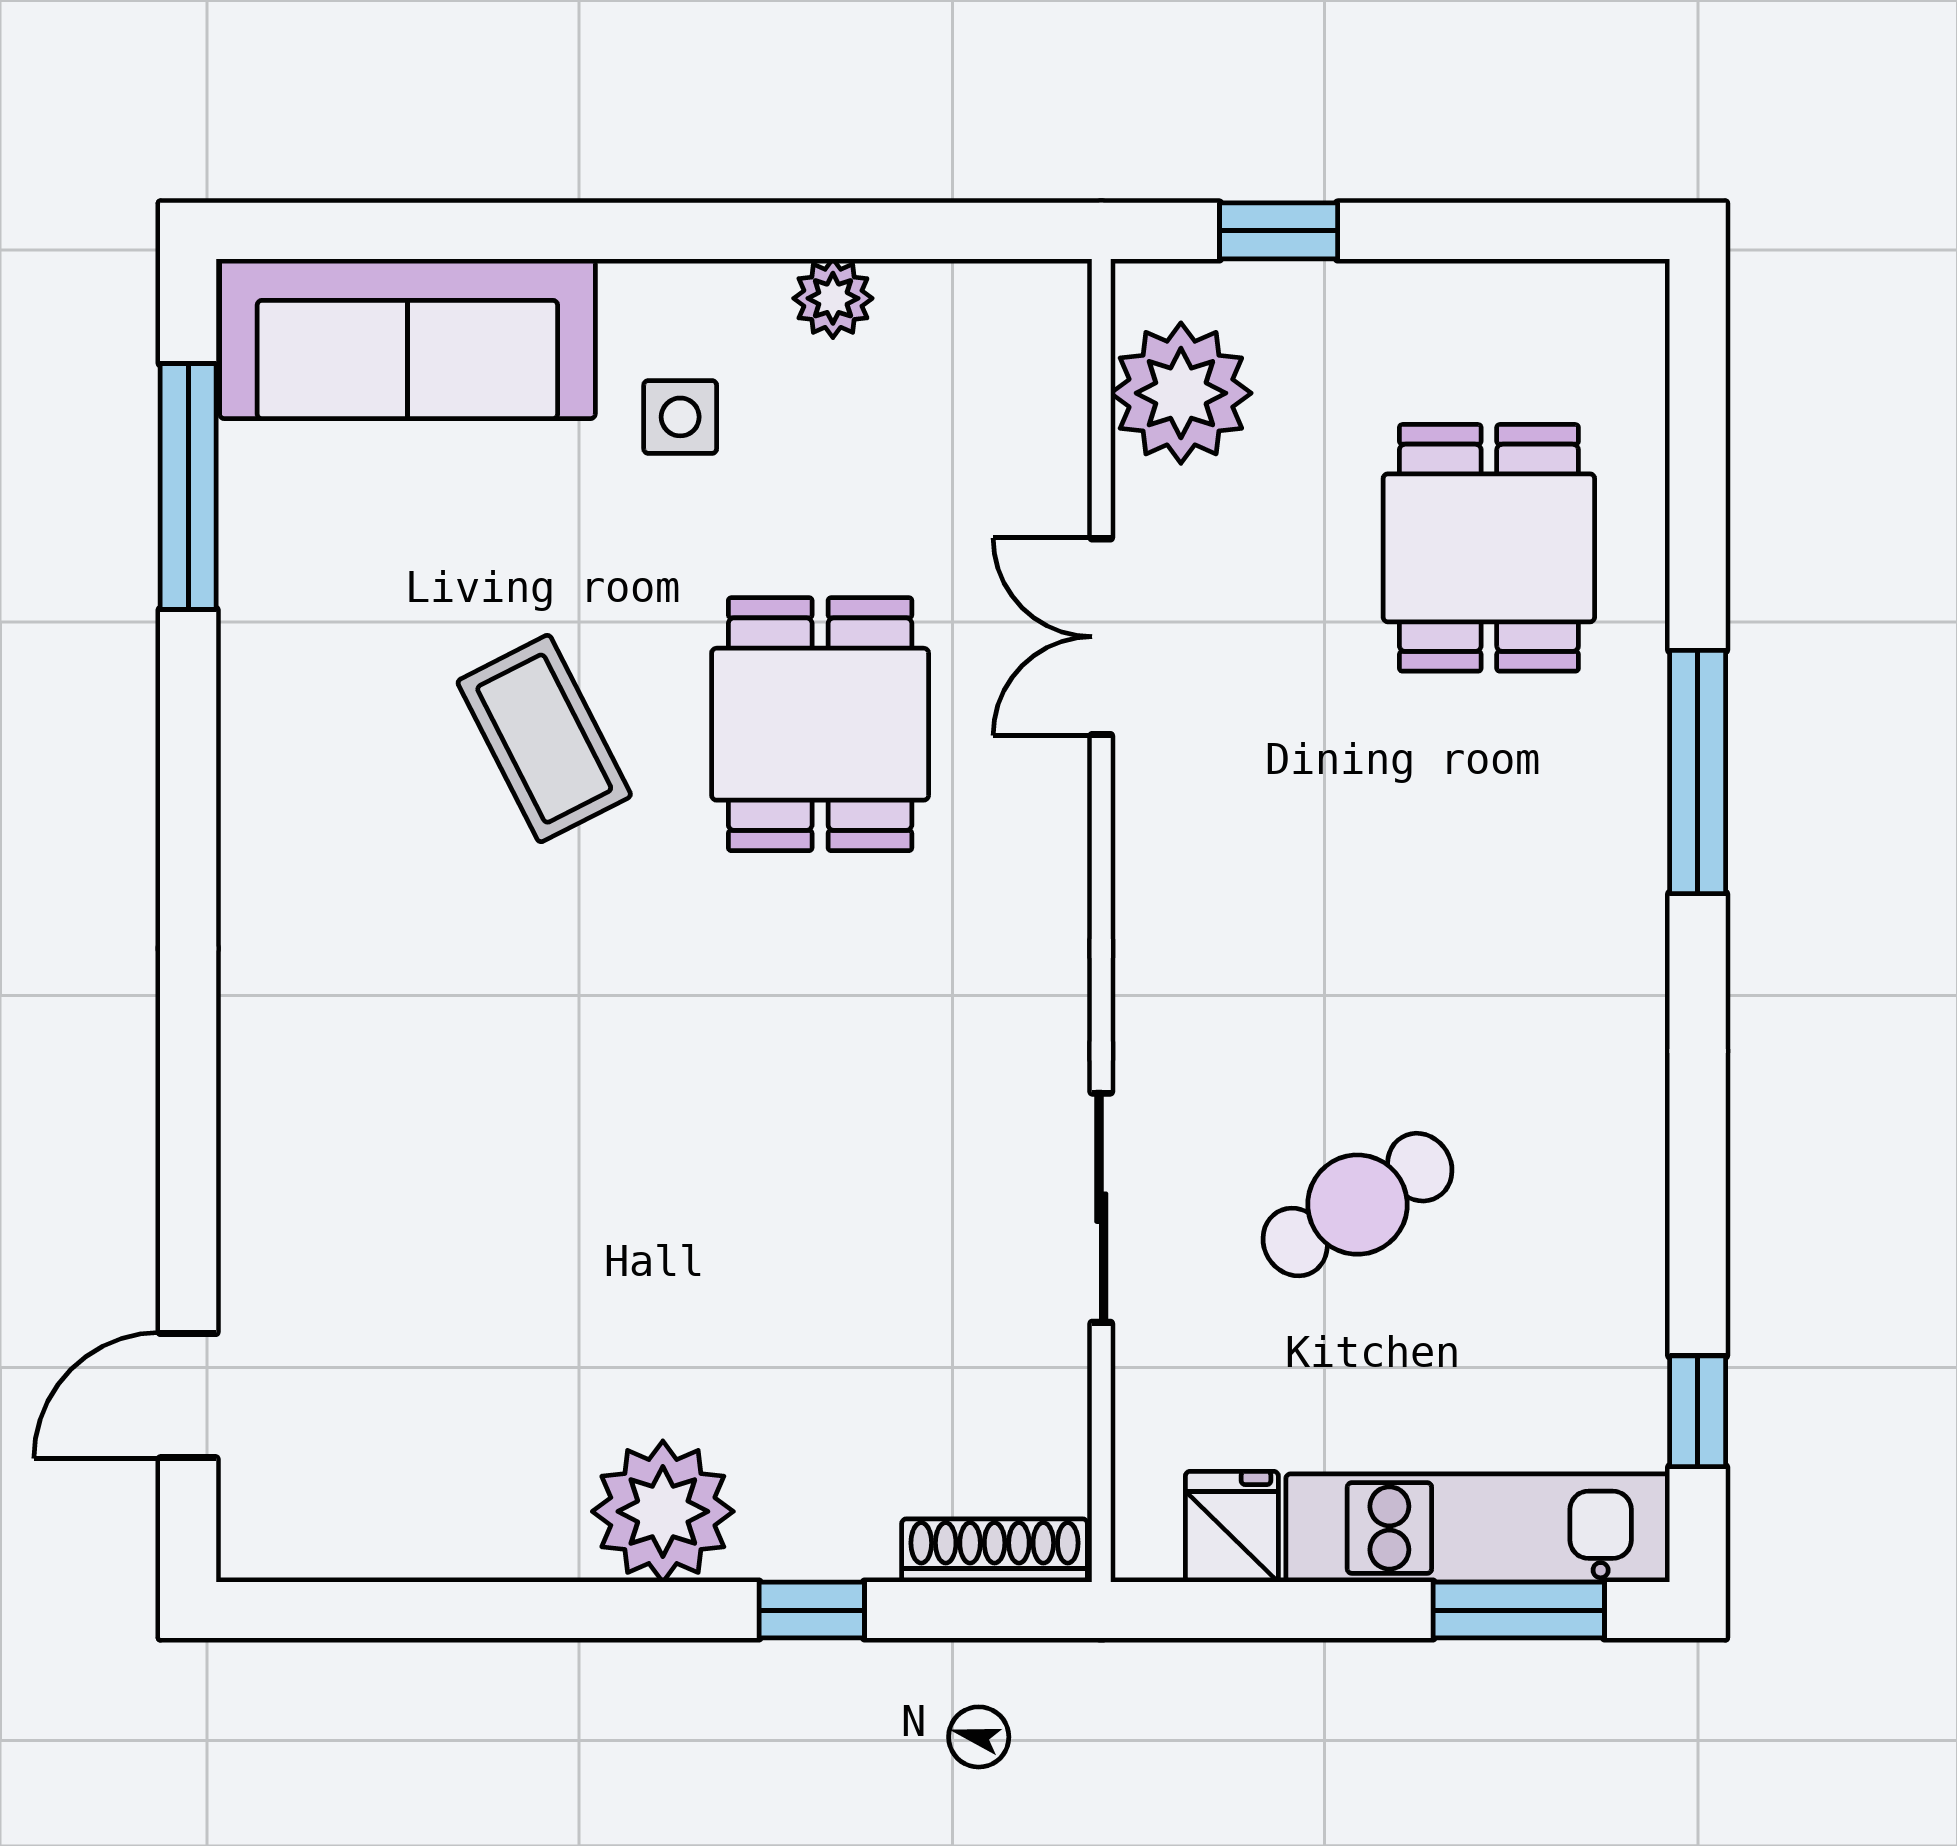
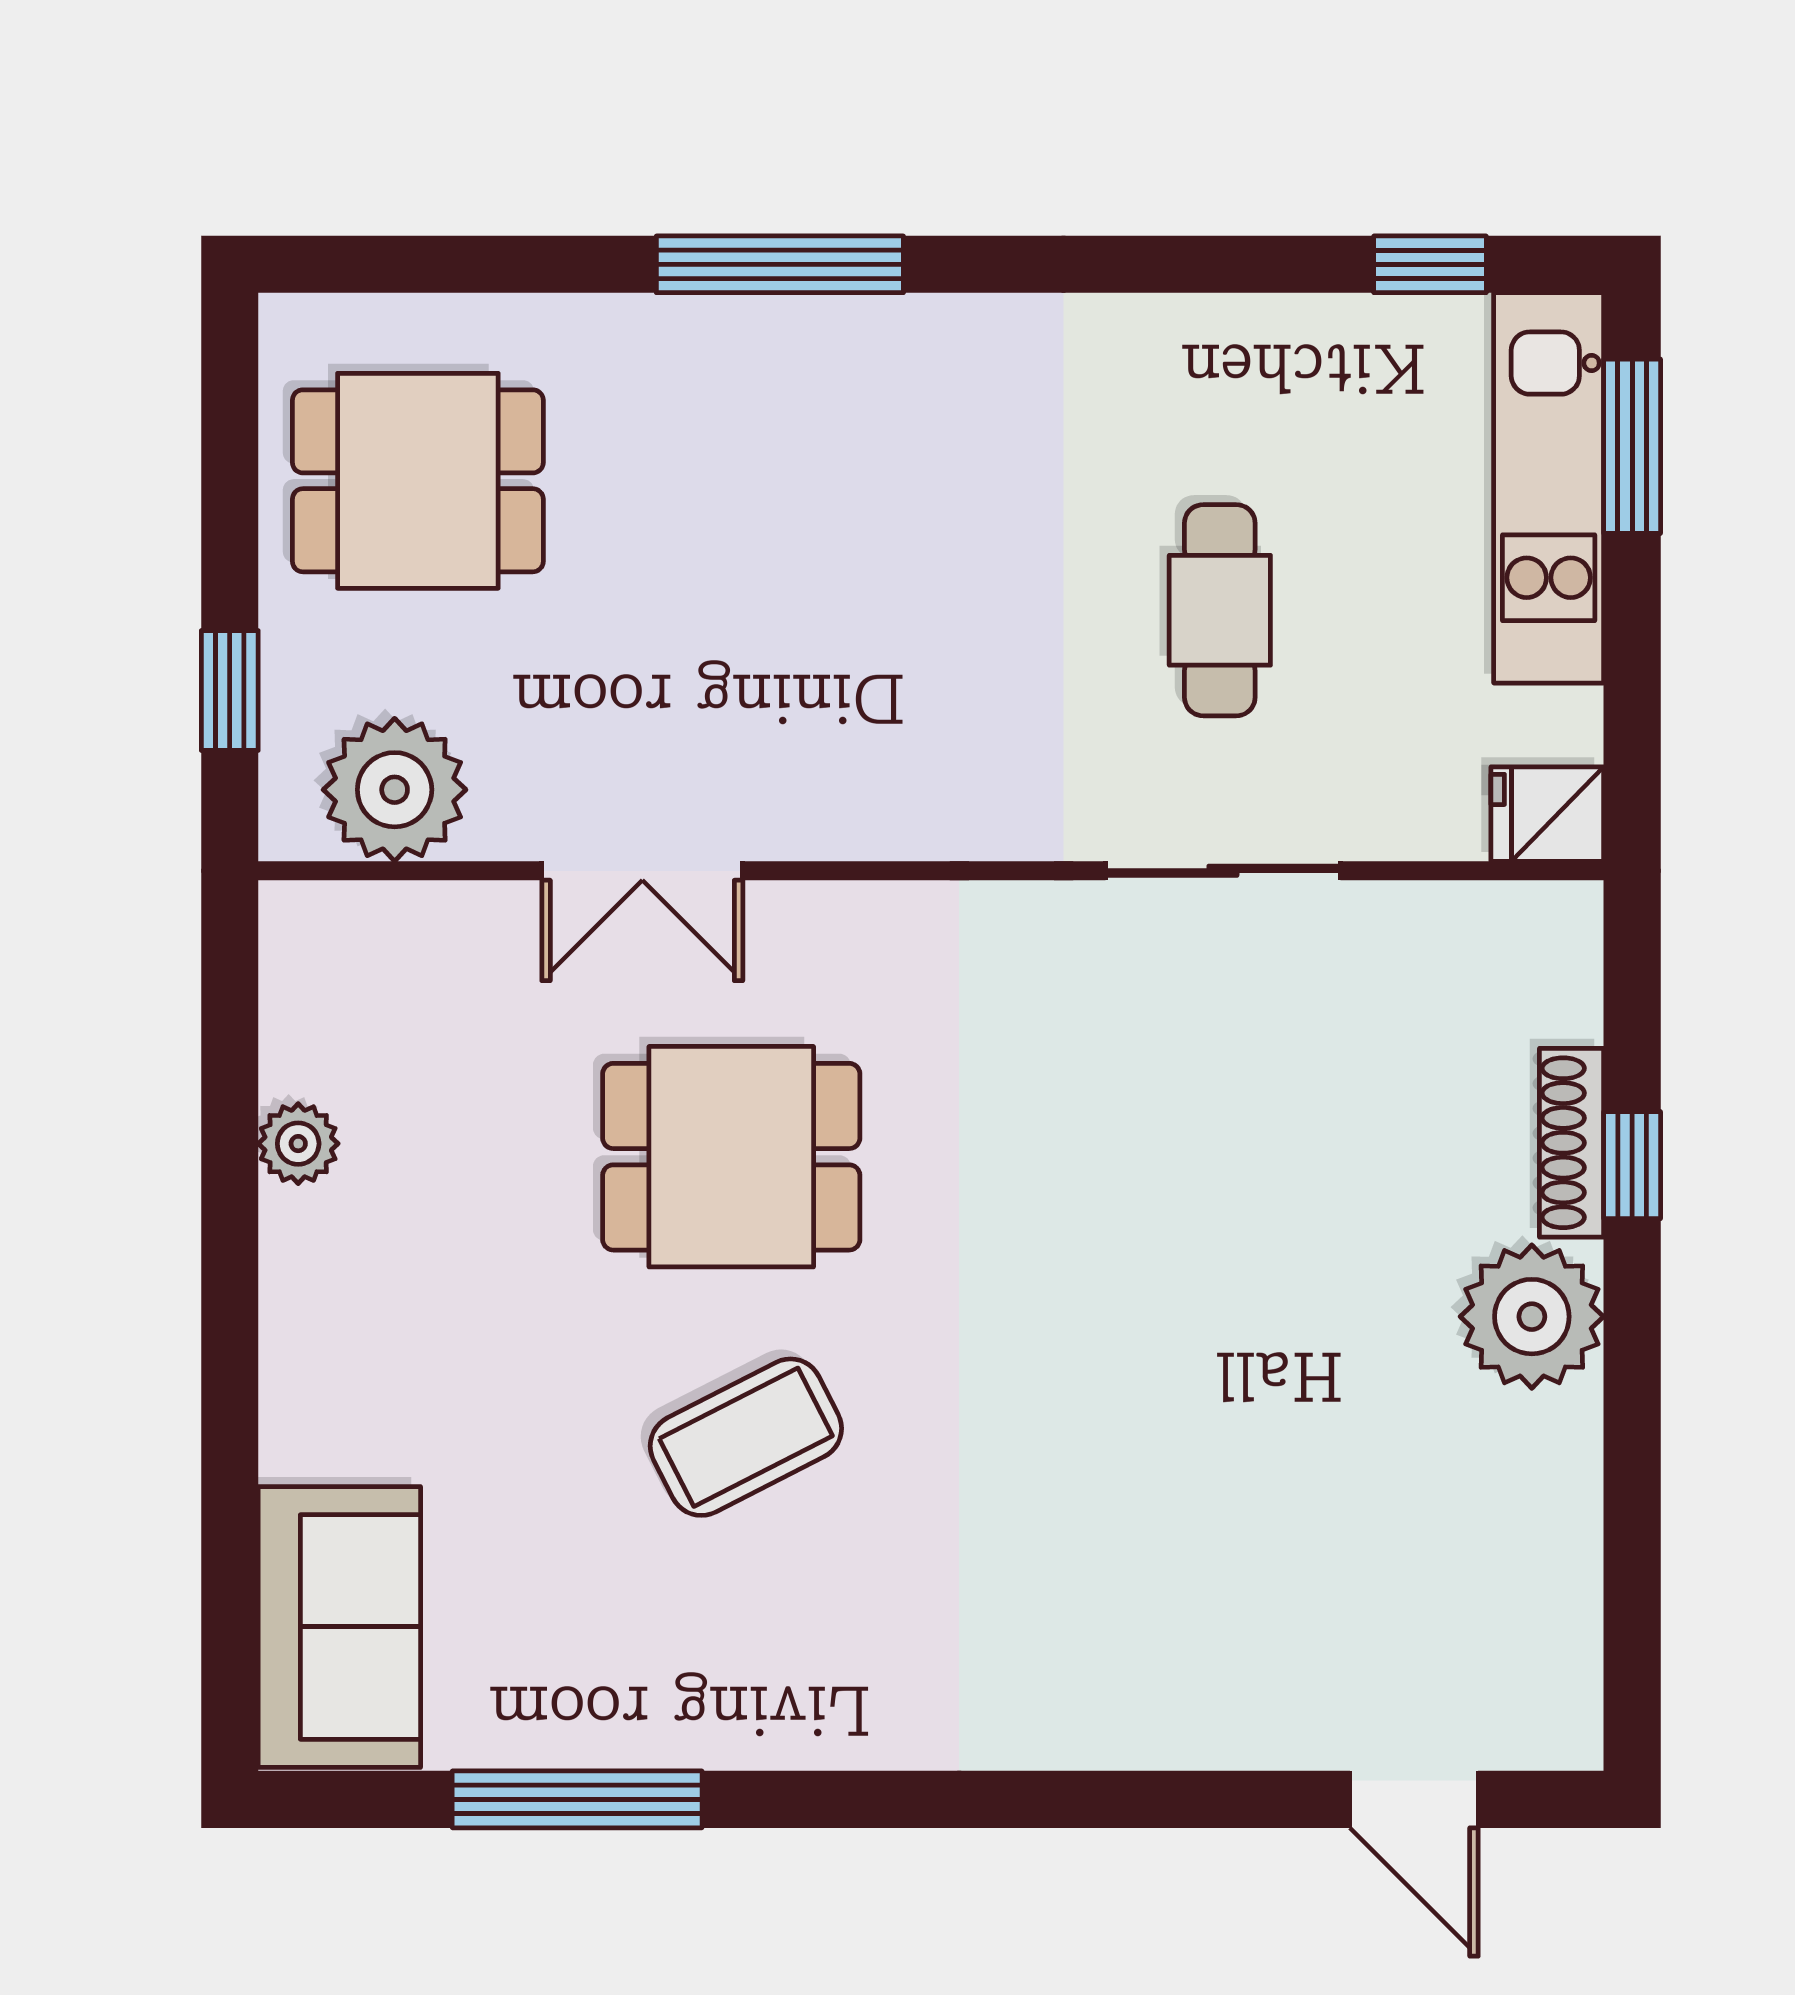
sofa: (407, 339) -> (339, 1627), width x0.73
side table: (680, 417) -> (419, 1299), removed
window: (188, 487) -> (577, 1799), moved
dining table: (1489, 548) -> (418, 481), moved
cafe table: (1357, 1205) -> (1220, 610), turned 31
fridge: (1232, 1527) -> (1547, 814), moved
shoe rack: (995, 1550) -> (1572, 1143), moved

